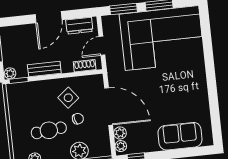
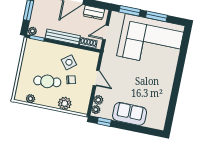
bench: (44, 69) -> (63, 37), width x1.36
door: (109, 106) -> (96, 78), width x0.53
sofa: (180, 136) -> (130, 114), moved

